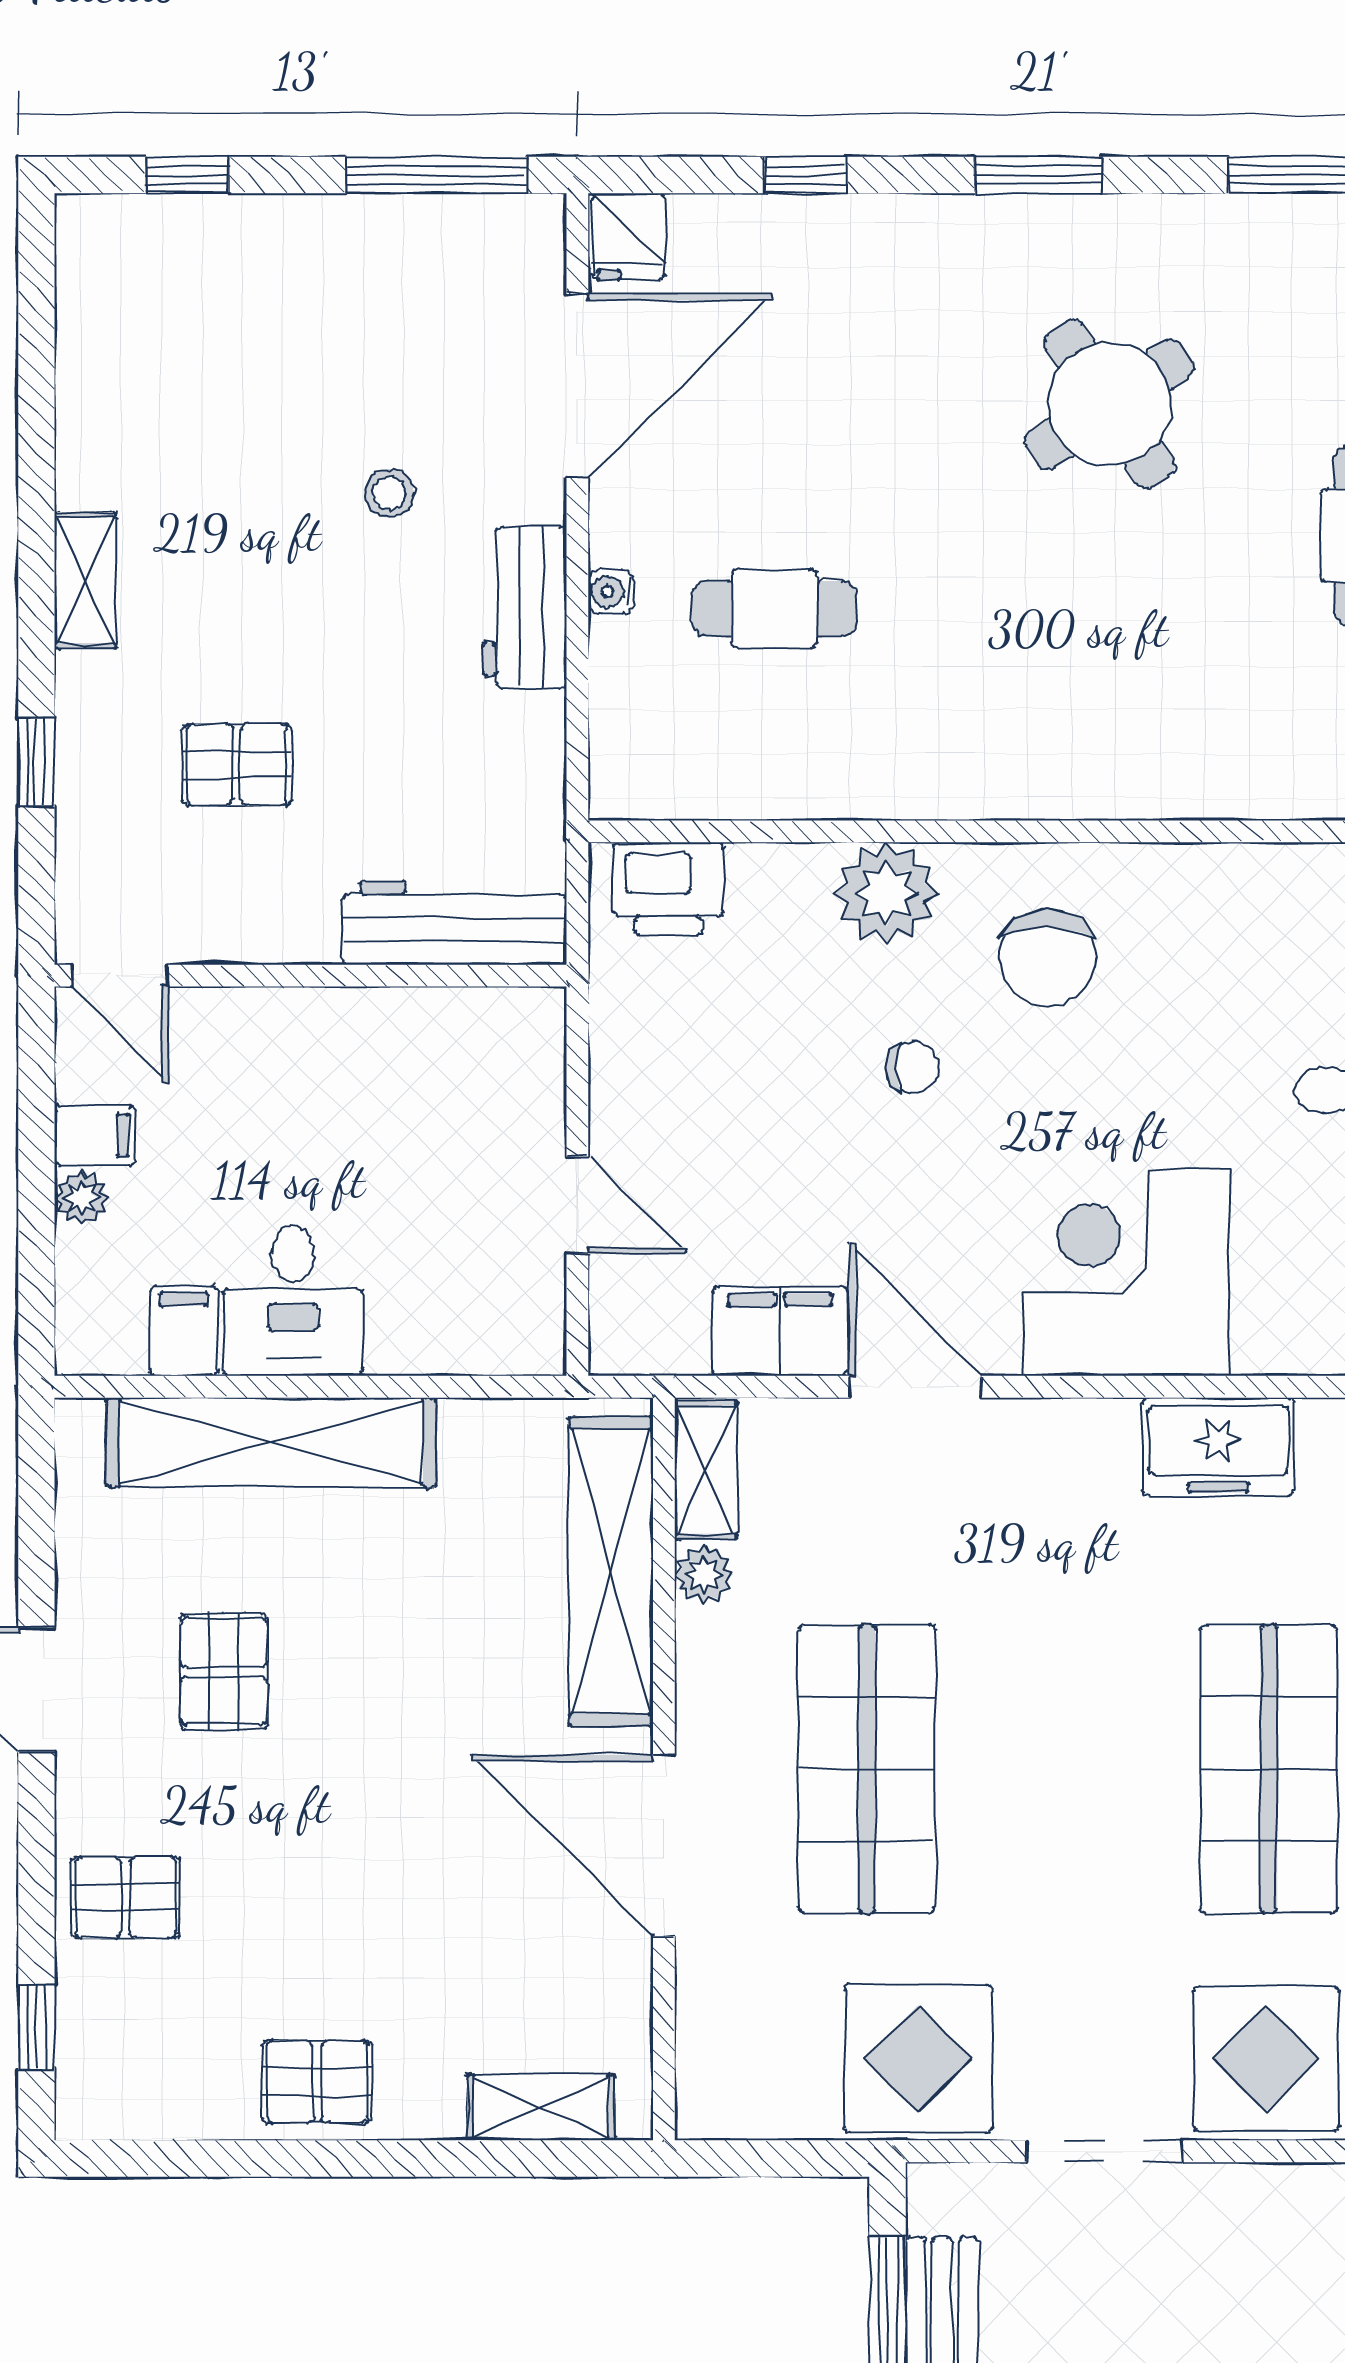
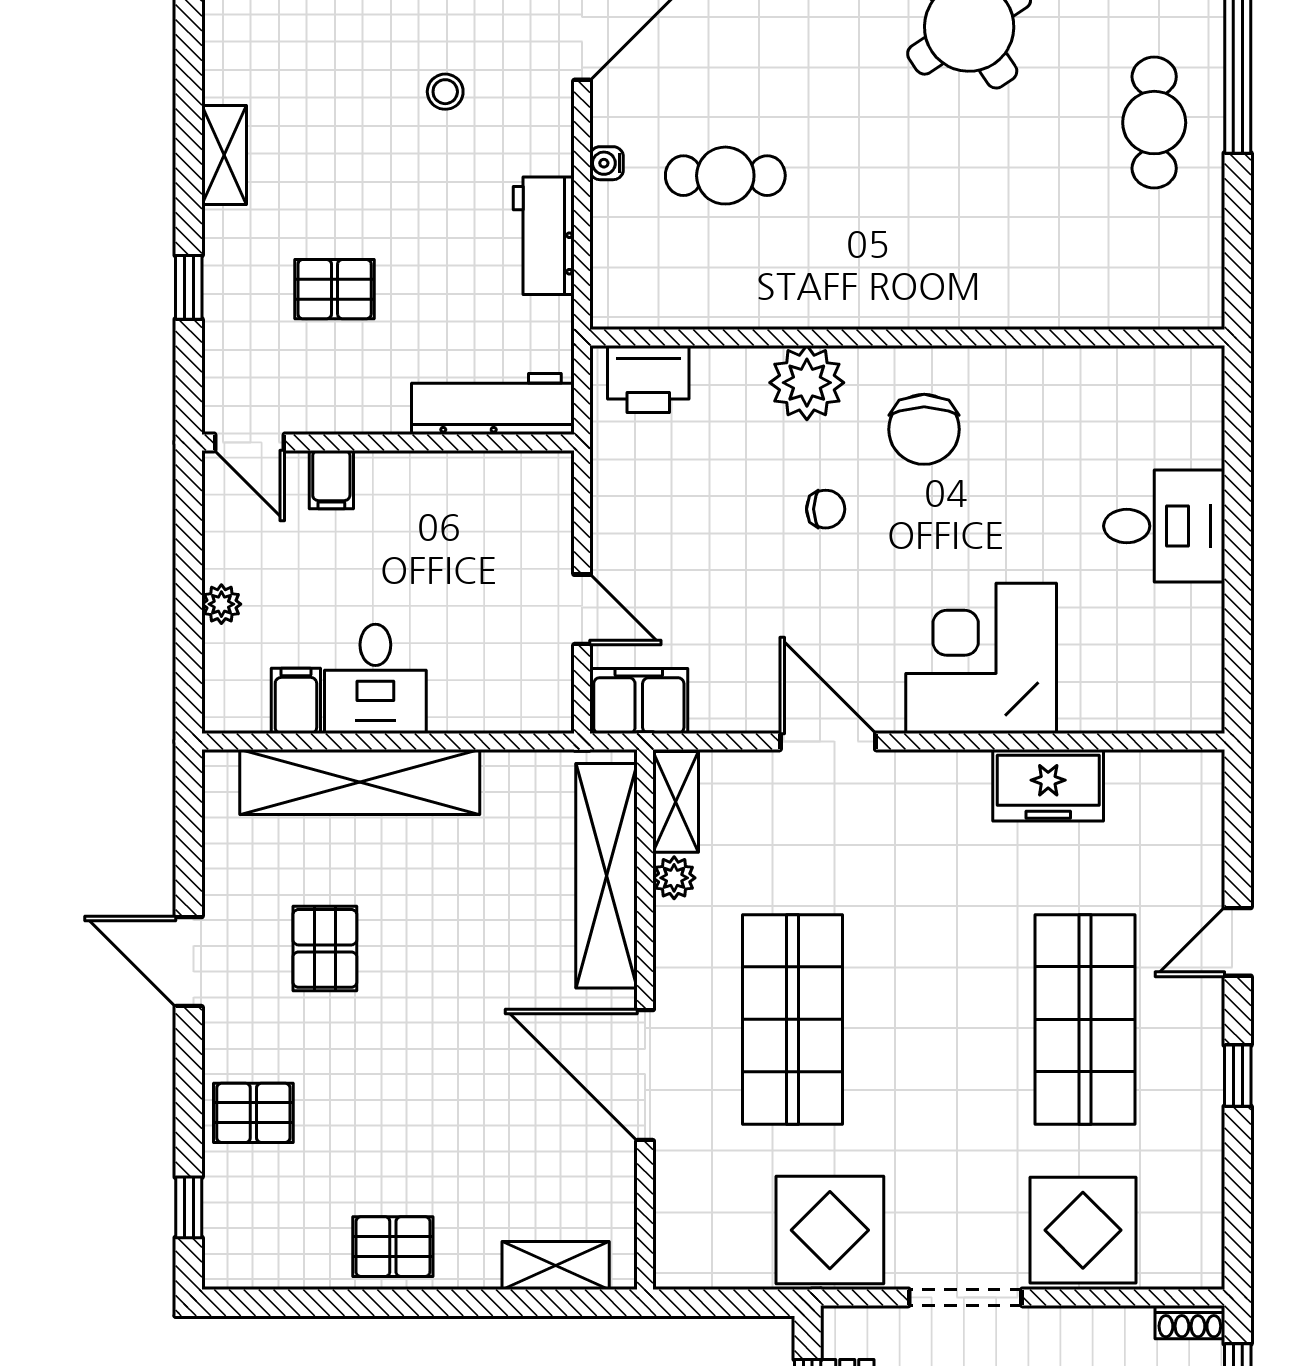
workbench: (525, 607) -> (544, 236), moved
filing cabinet: (95, 1135) -> (331, 480), moved, turned 90
filing cabinet: (780, 1331) -> (639, 701), moved

